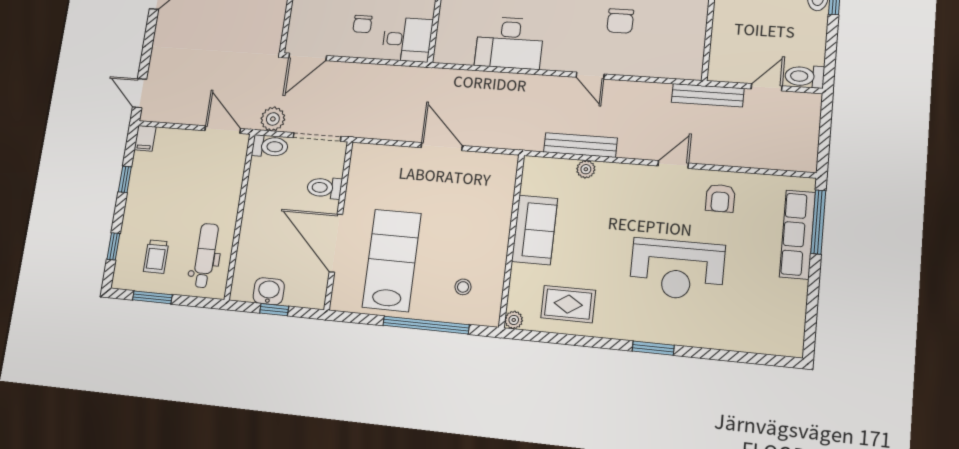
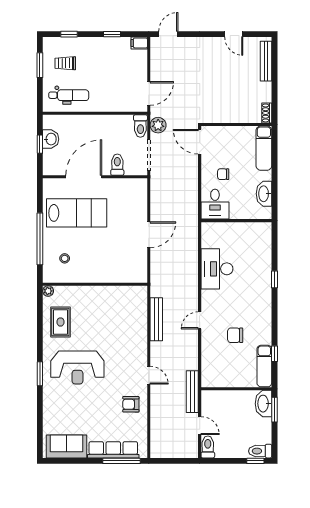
plant: (586, 169) -> (142, 324), removed
sofa: (535, 230) -> (66, 446), moved, turned 180
reception desk: (677, 269) -> (77, 367), moved, turned -90

